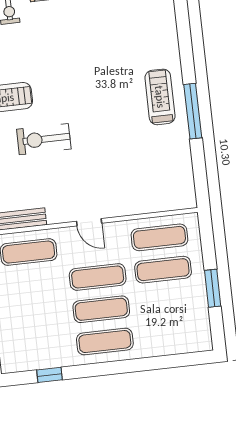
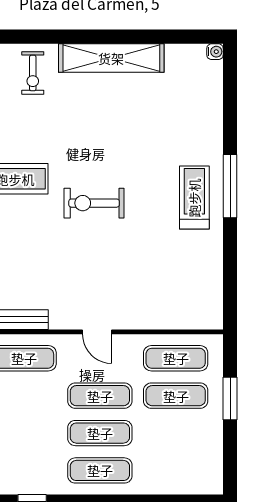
window: (193, 111) -> (230, 186), moved
exercise bike: (44, 139) -> (94, 203), moved
window: (213, 288) -> (230, 398), moved

